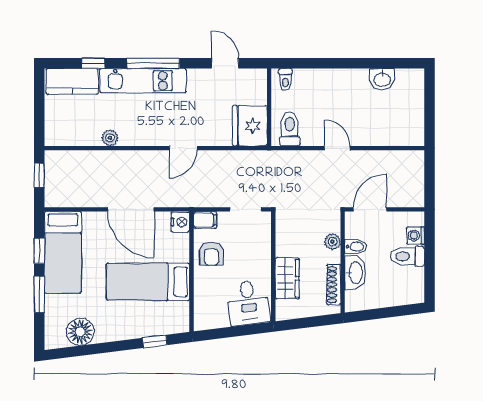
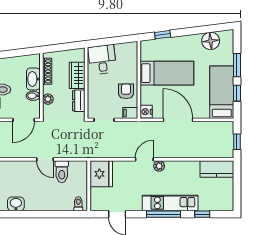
kitchen counter: (72, 81) -> (217, 169), moved, turned 180
toilet: (290, 129) -> (62, 172), moved
plant: (110, 138) -> (159, 166), moved
dresser: (285, 239) -> (79, 101), added

